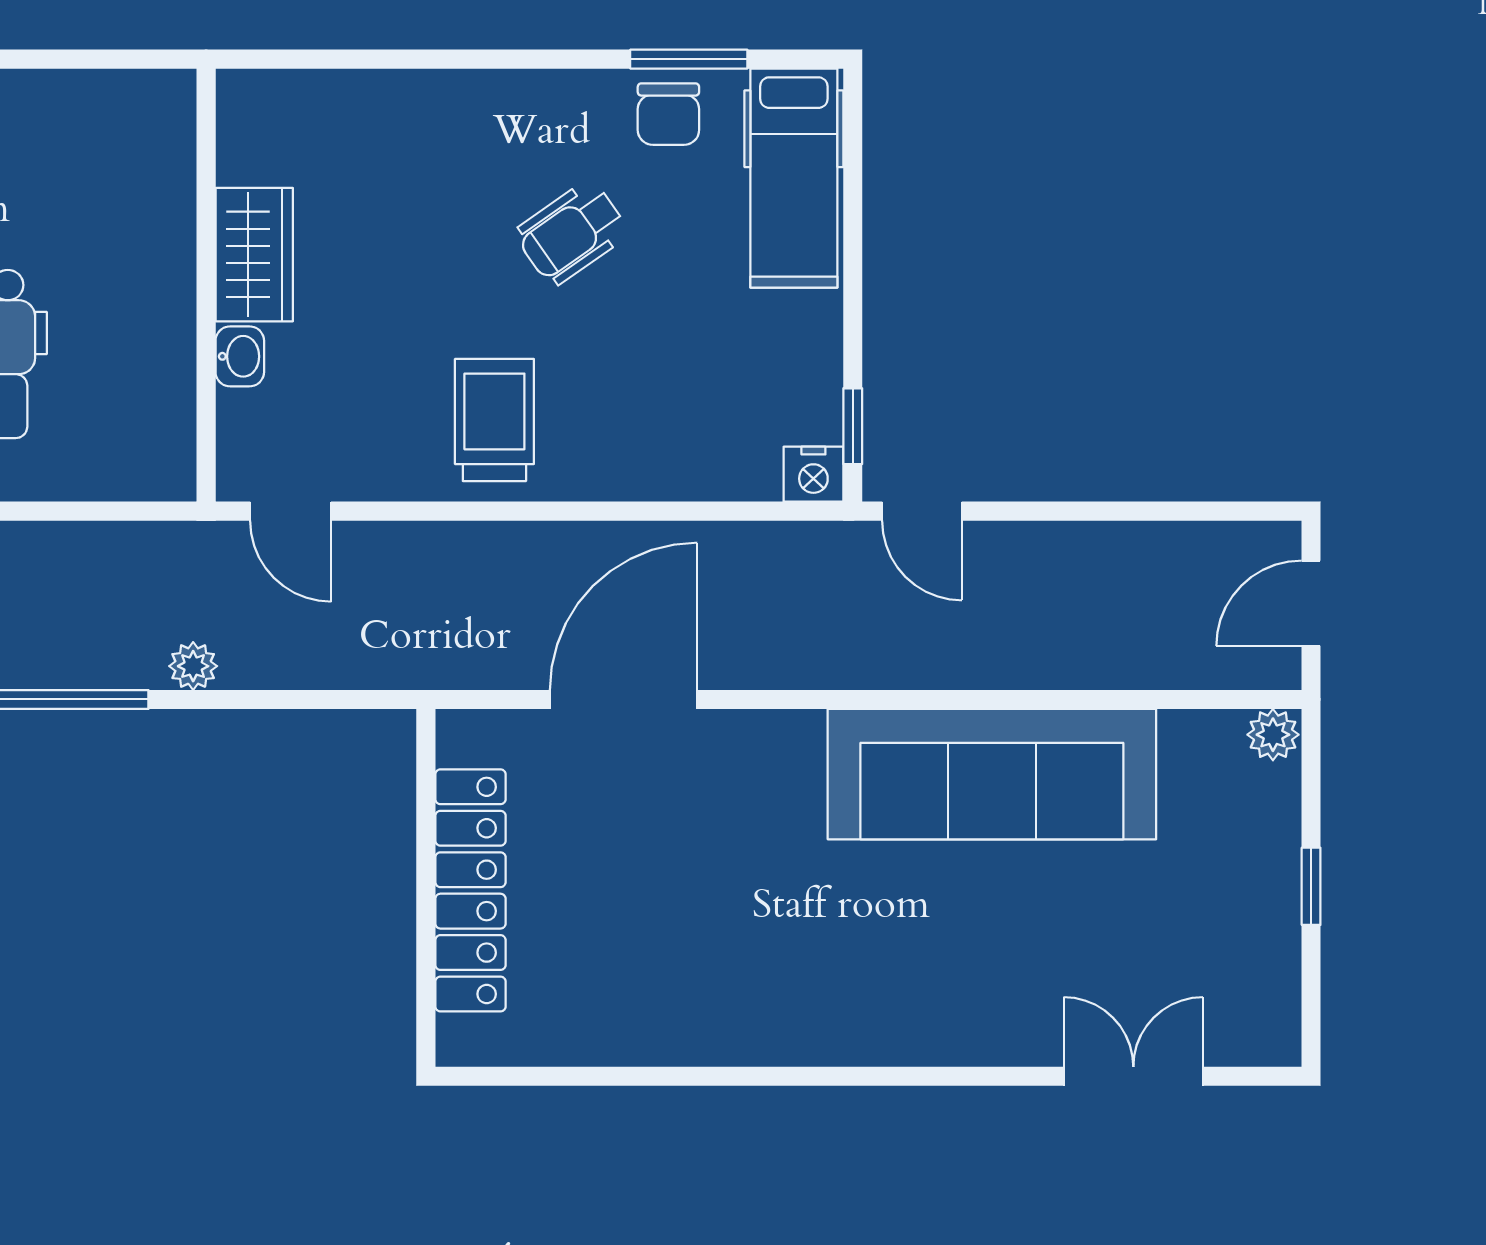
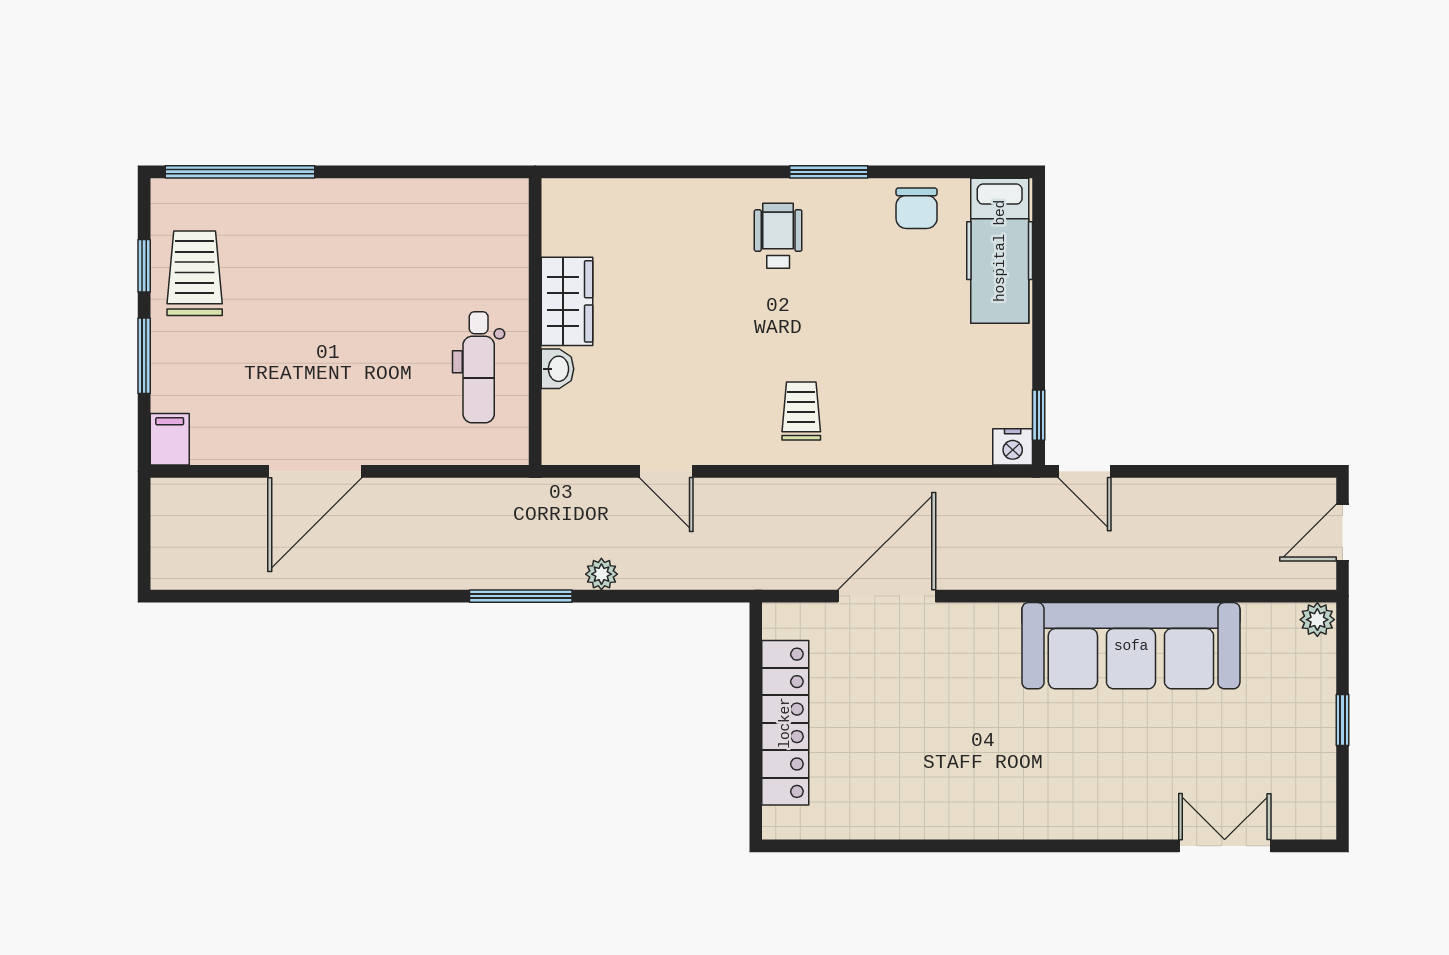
window: (689, 59) -> (829, 172), moved
wheelchair: (572, 233) -> (778, 236), moved, turned 125
wardrobe: (254, 255) -> (567, 301), moved
wall: (206, 285) -> (535, 322), moved
washbasin: (240, 356) -> (558, 369), moved
trolley: (494, 420) -> (801, 411), width x0.73, depth x0.72

